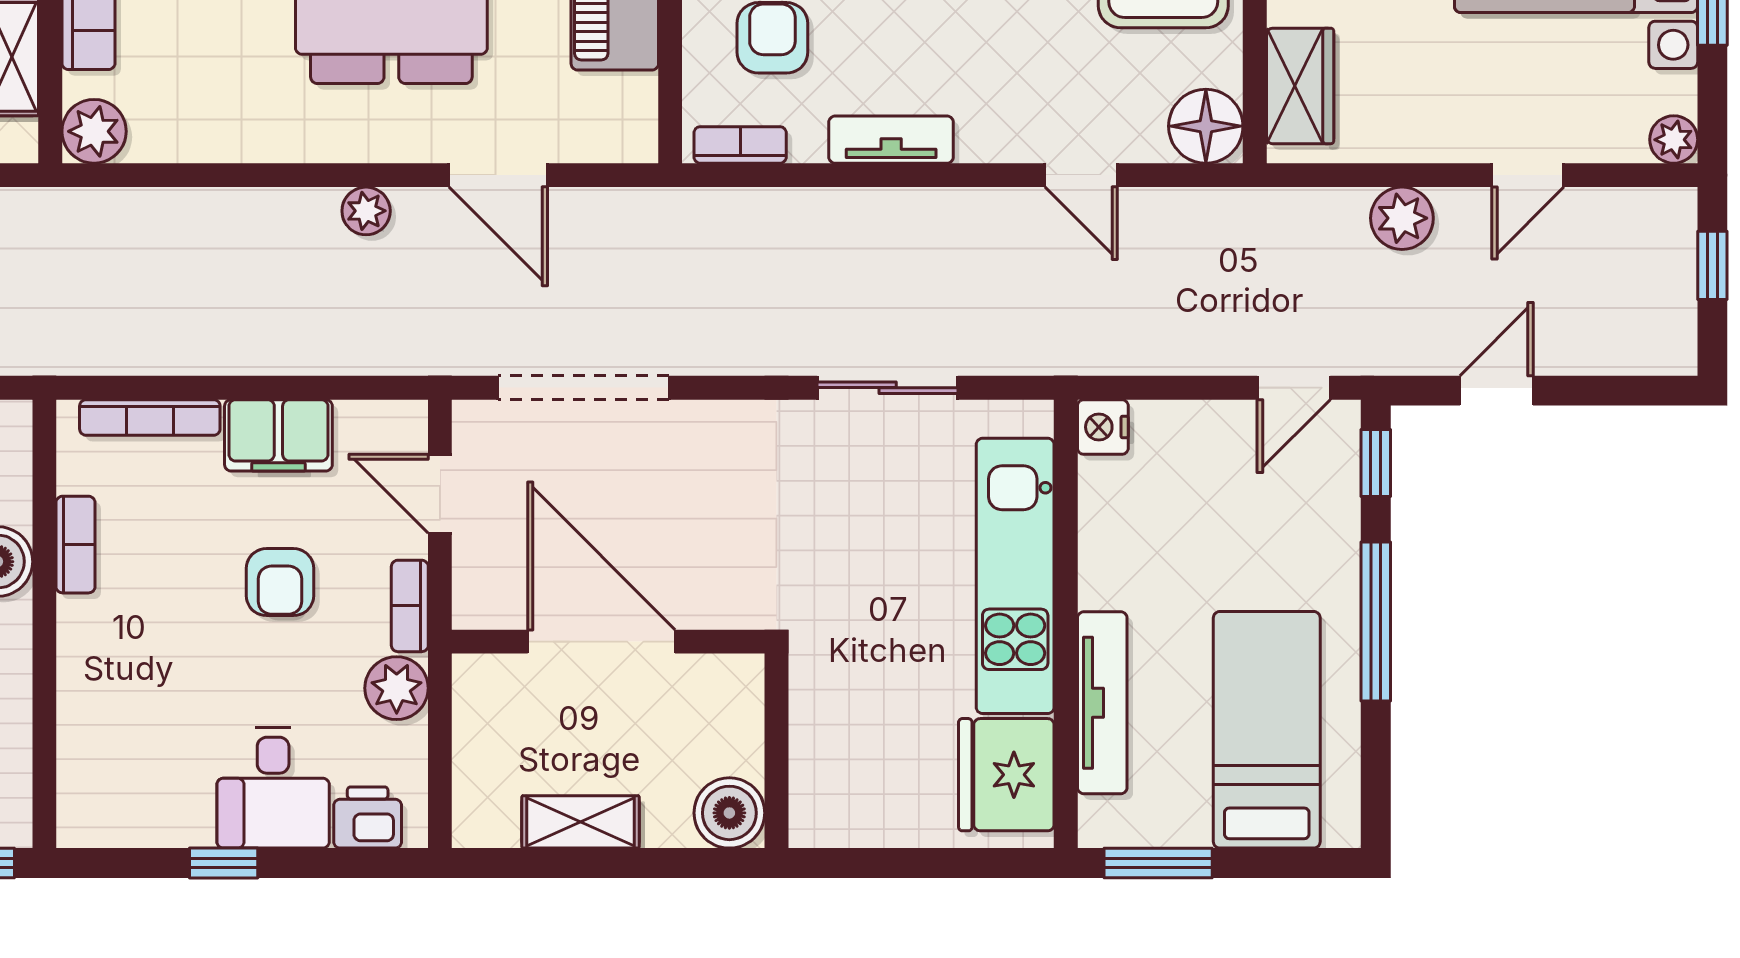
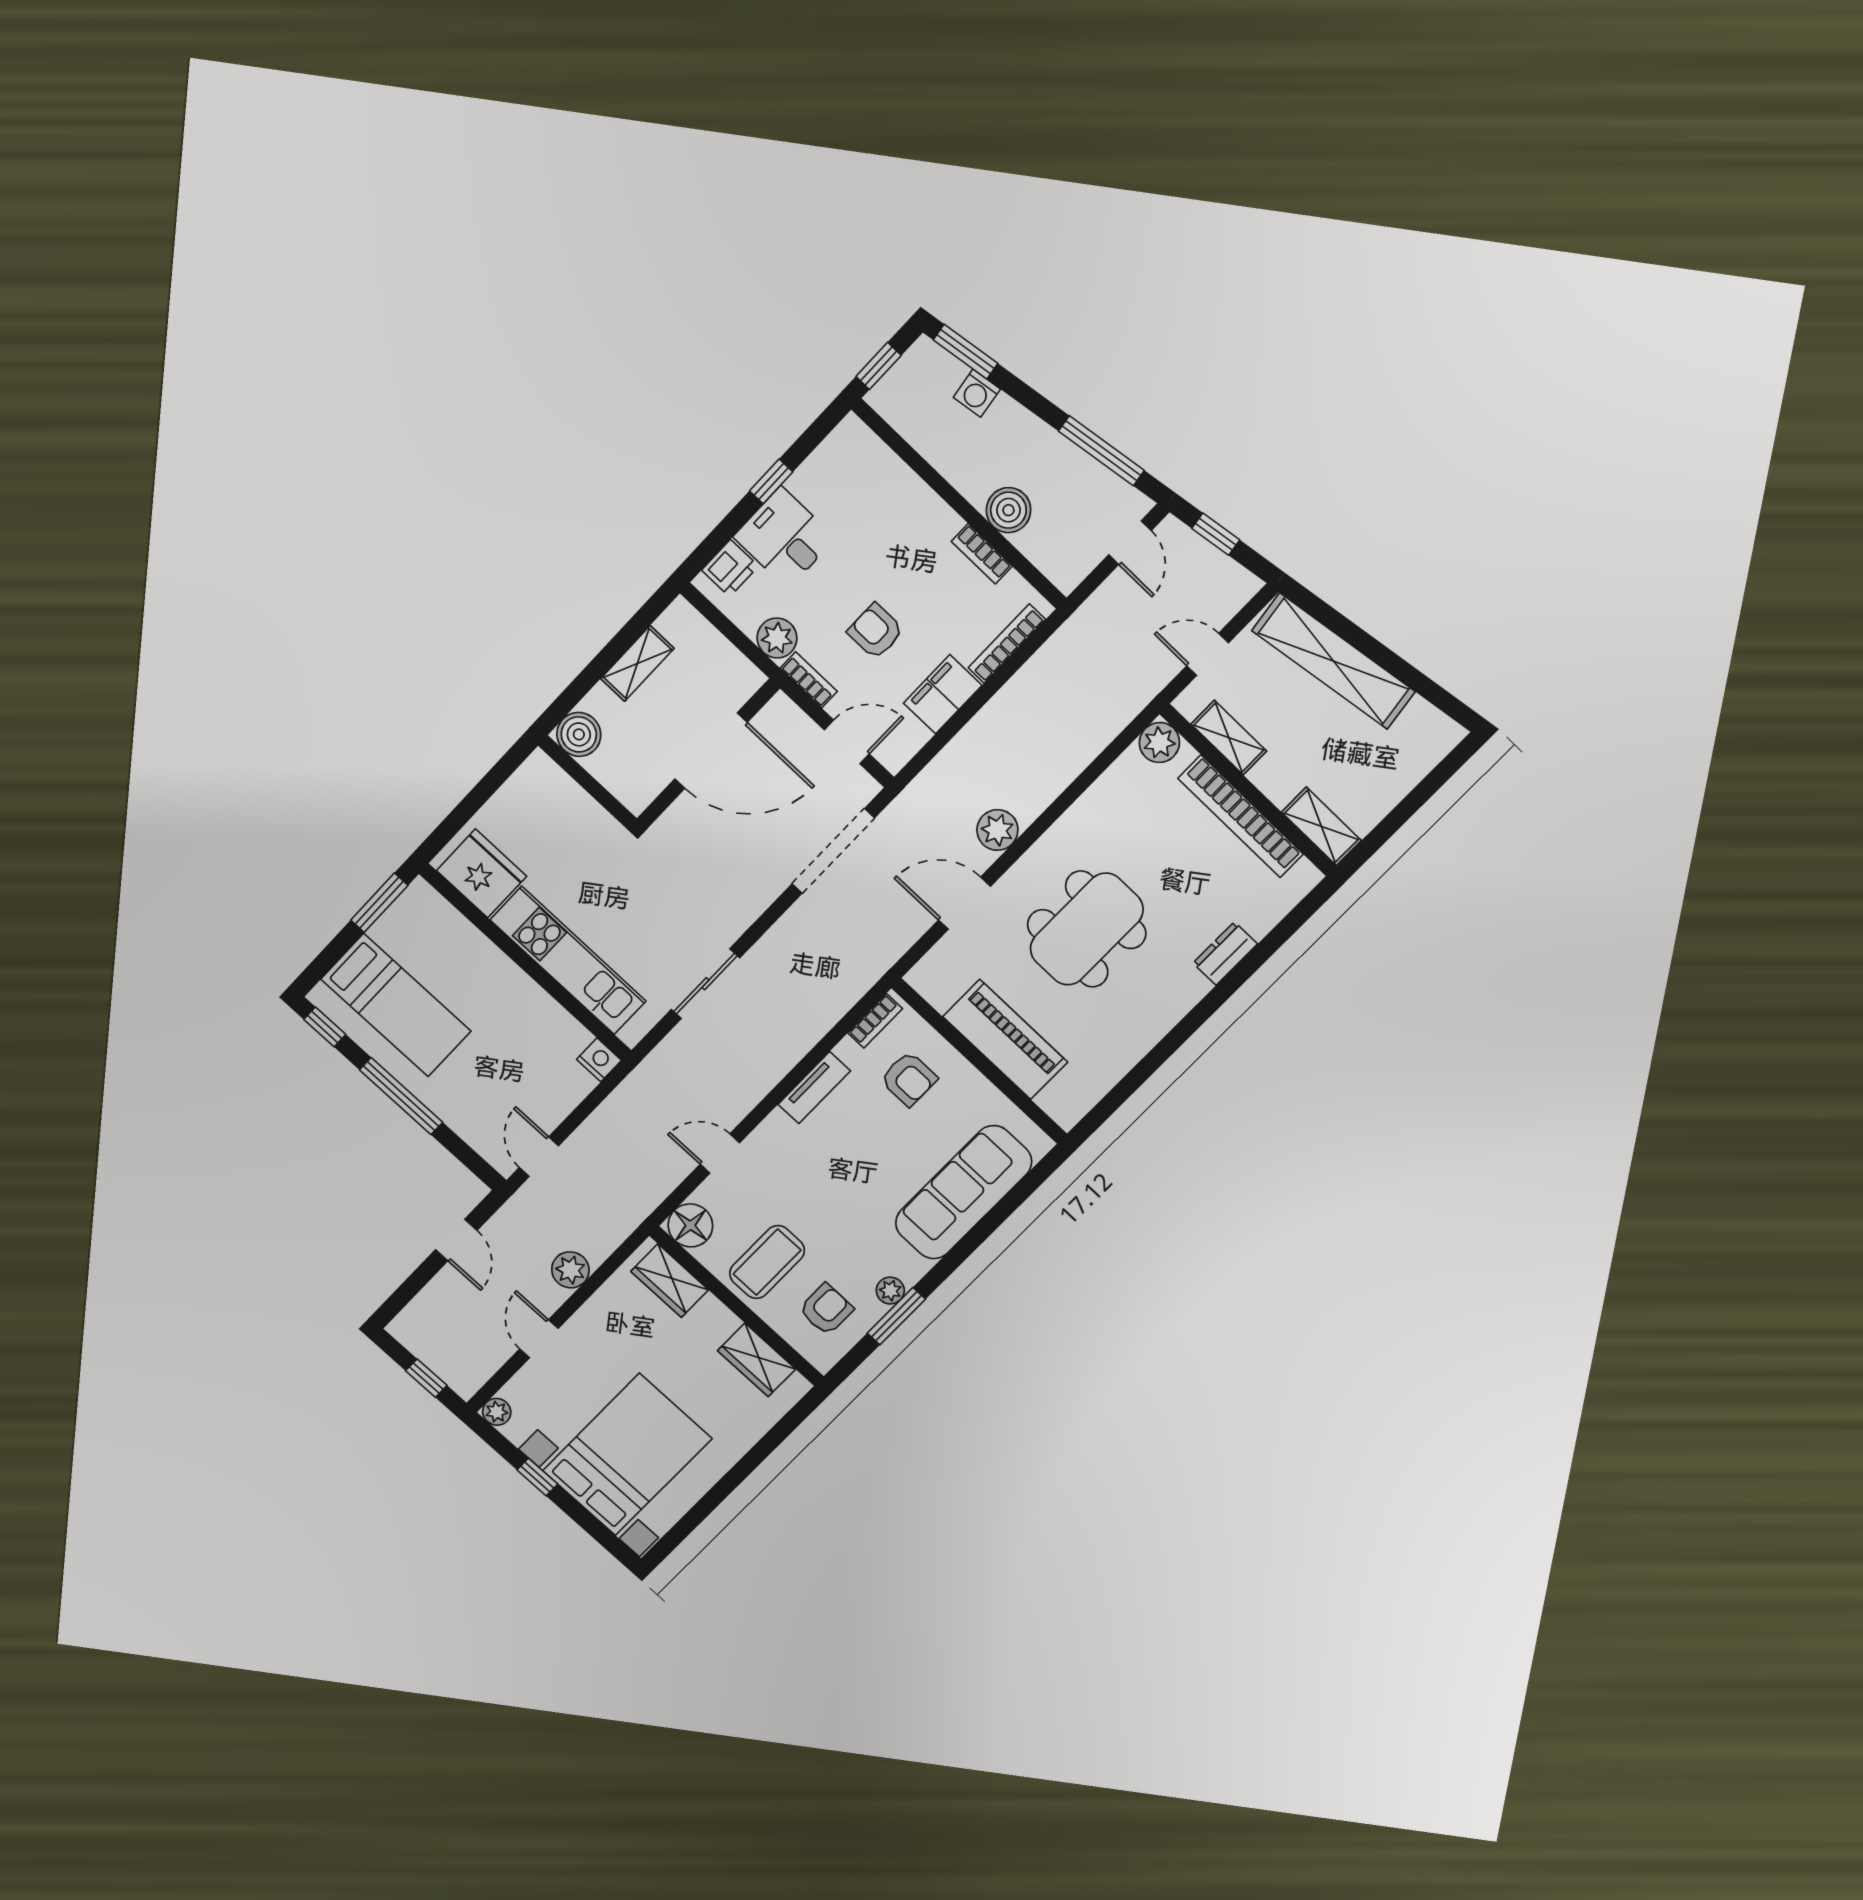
plant: (366, 211) -> (997, 830), width x1.38, depth x1.38
window: (1376, 463) -> (325, 1027), moved
tv unit: (1102, 703) -> (475, 945), removed

